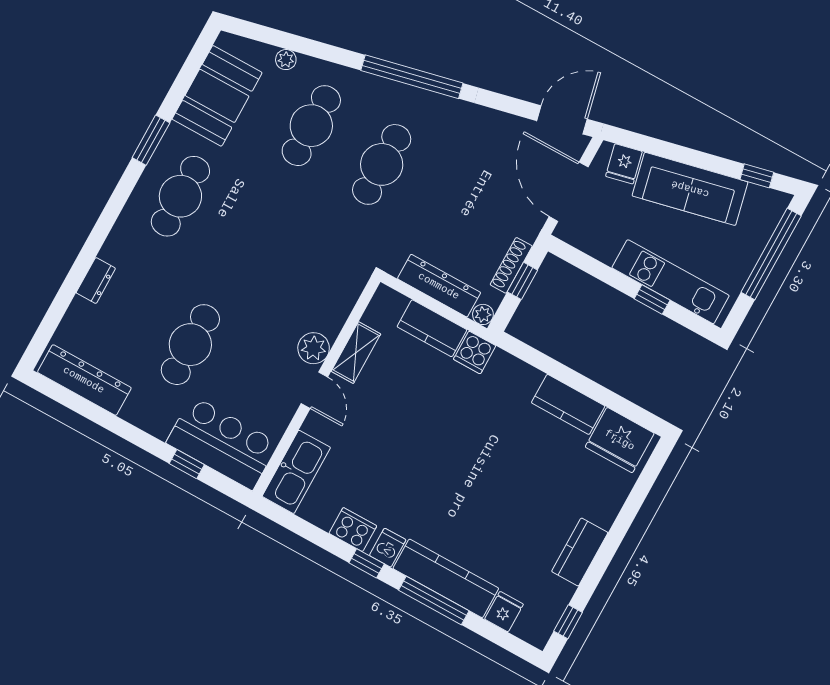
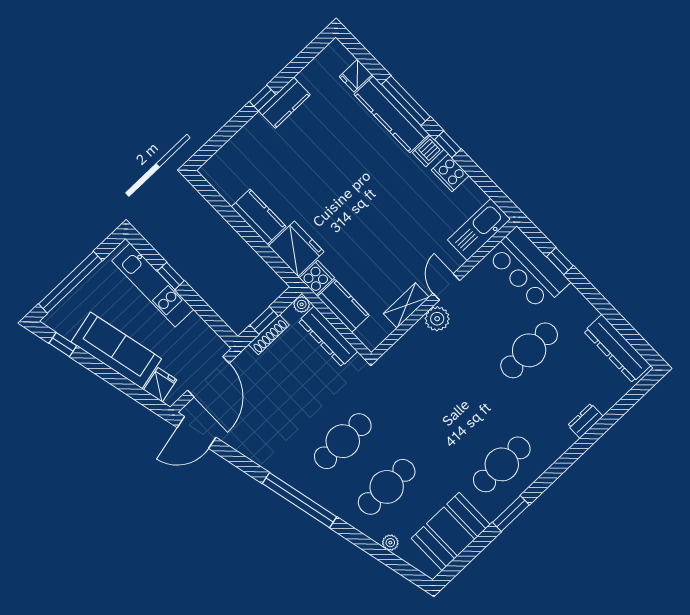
fridge: (620, 440) -> (296, 249), moved
window: (568, 622) -> (263, 98), moved

